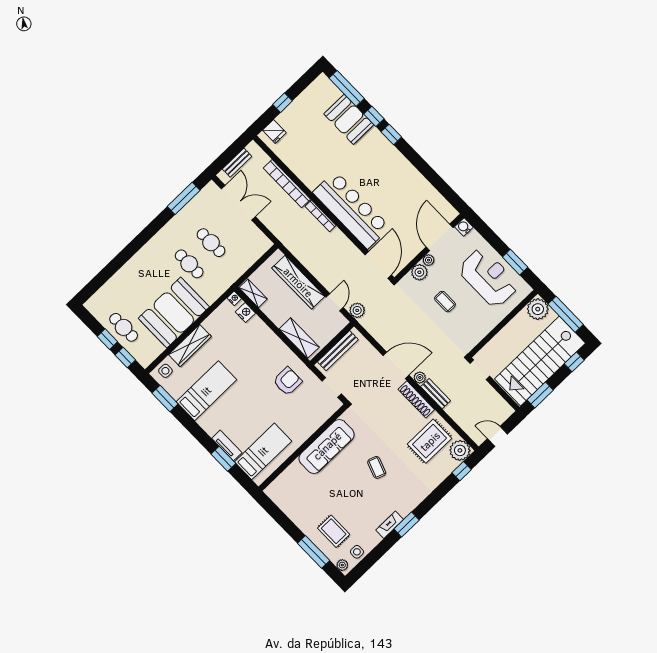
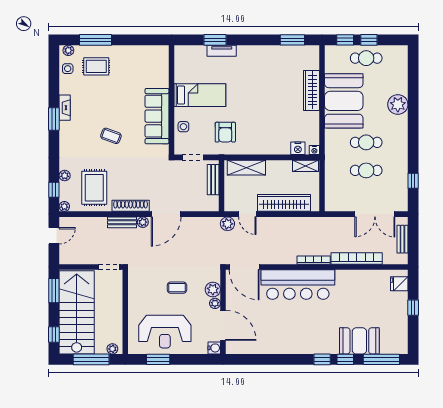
window: (184, 198) -> (413, 181), width x0.46
plant: (136, 268) -> (398, 105), added
plant: (538, 309) -> (112, 349), width x0.53, depth x0.53
bench: (338, 351) -> (213, 180), width x0.73
side table: (165, 371) -> (183, 127), moved
bed: (206, 391) -> (271, 72), removed
plant: (460, 450) -> (64, 206), width x0.53, depth x0.53
bed: (263, 451) -> (200, 95), moved, turned -90
plant: (442, 474) -> (65, 176), added

